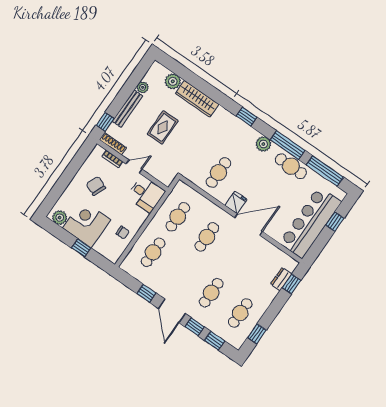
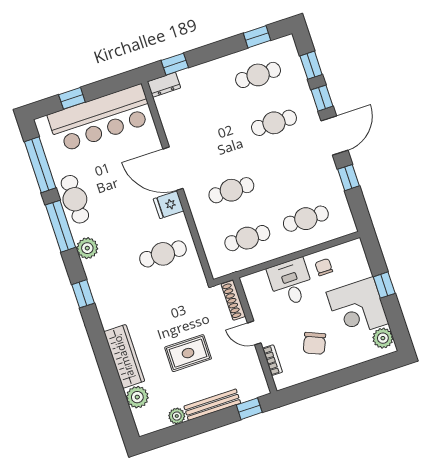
shoe rack: (113, 144) -> (233, 300), moved
desk: (146, 194) -> (291, 282), moved
dresser: (281, 279) -> (164, 85), moved

